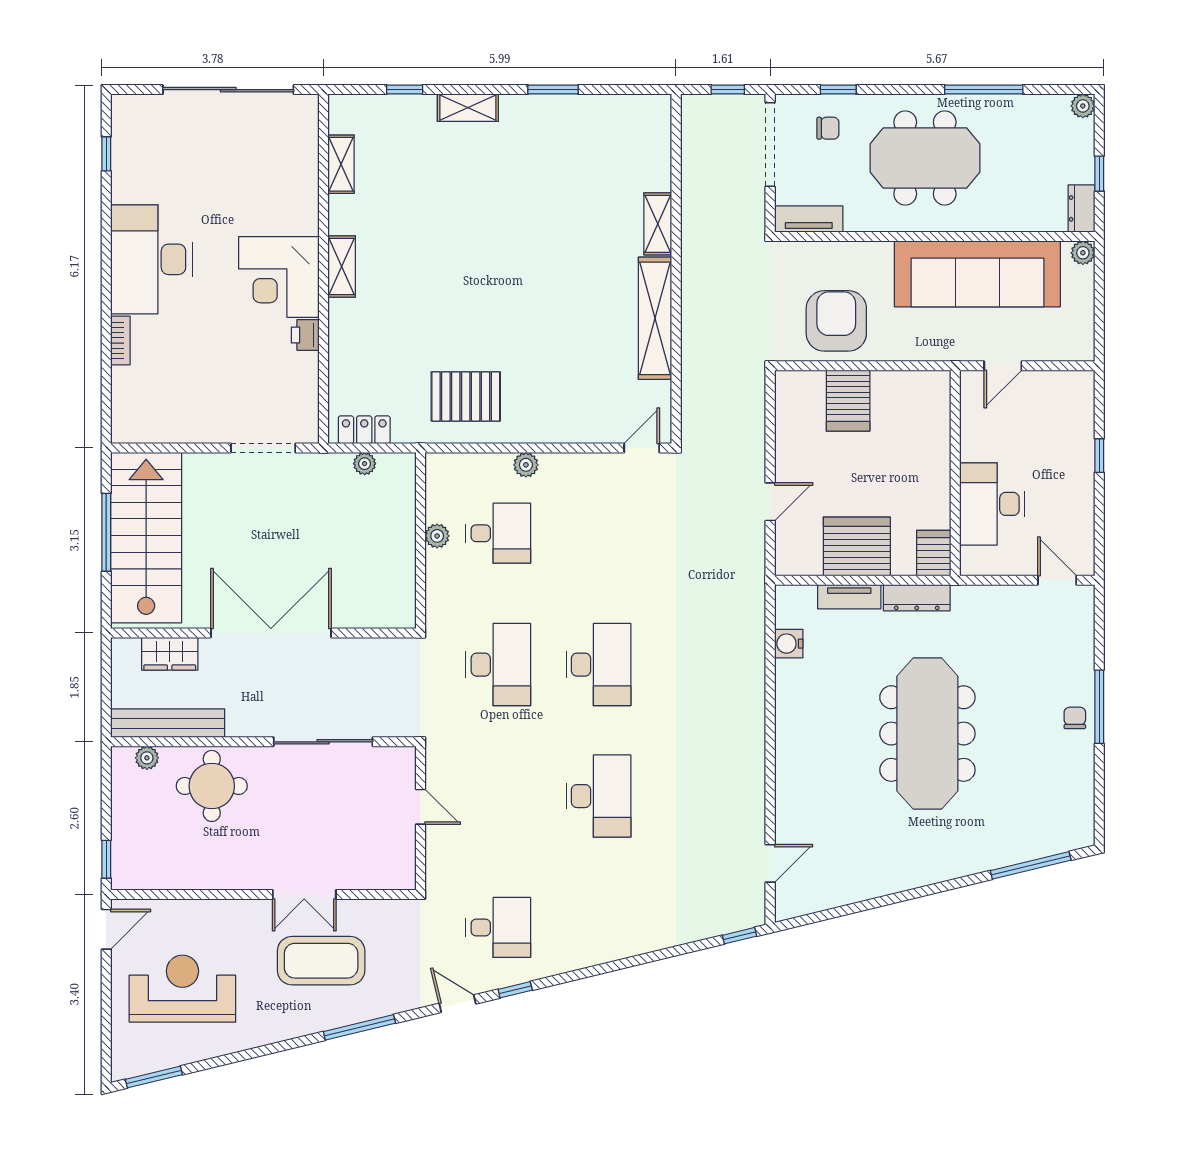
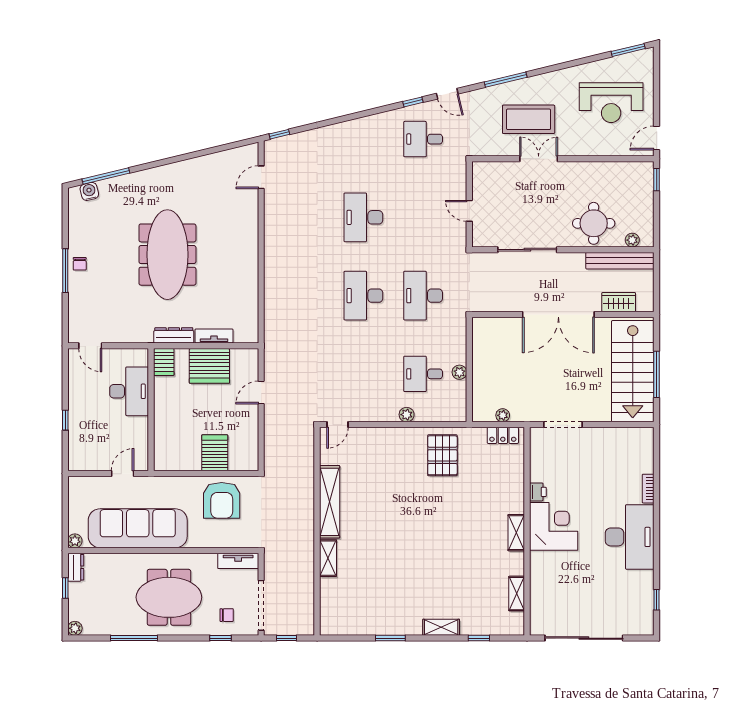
chair: (828, 128) -> (227, 615), turned 180
pallet: (466, 396) -> (442, 455), turned 90
water cooler: (789, 644) -> (89, 191), moved, turned -104

